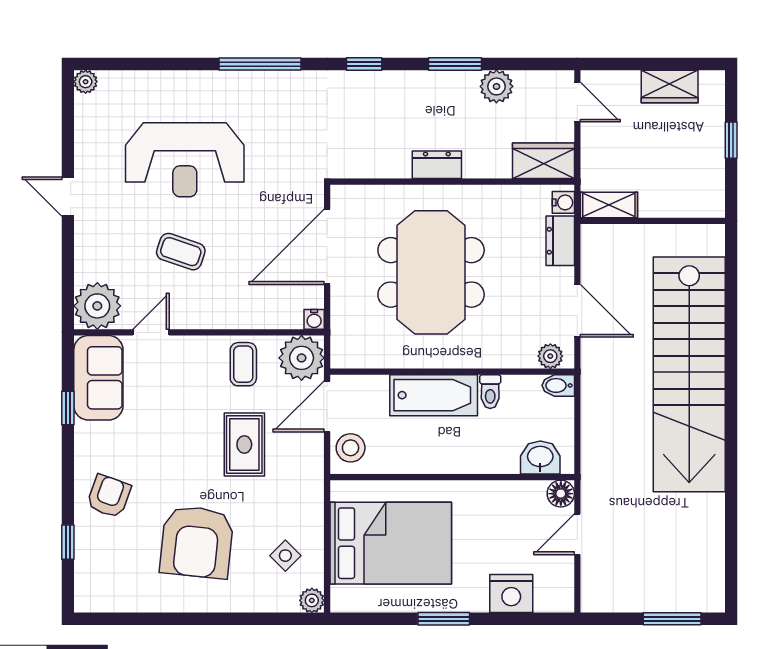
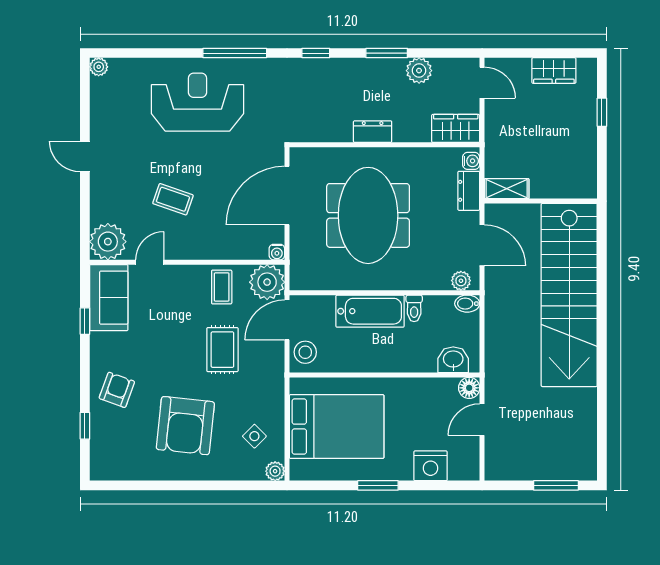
reception desk: (185, 160) -> (197, 102), moved, turned 180
shelving: (609, 205) -> (507, 189), moved
wall: (653, 221) -> (541, 201), moved

